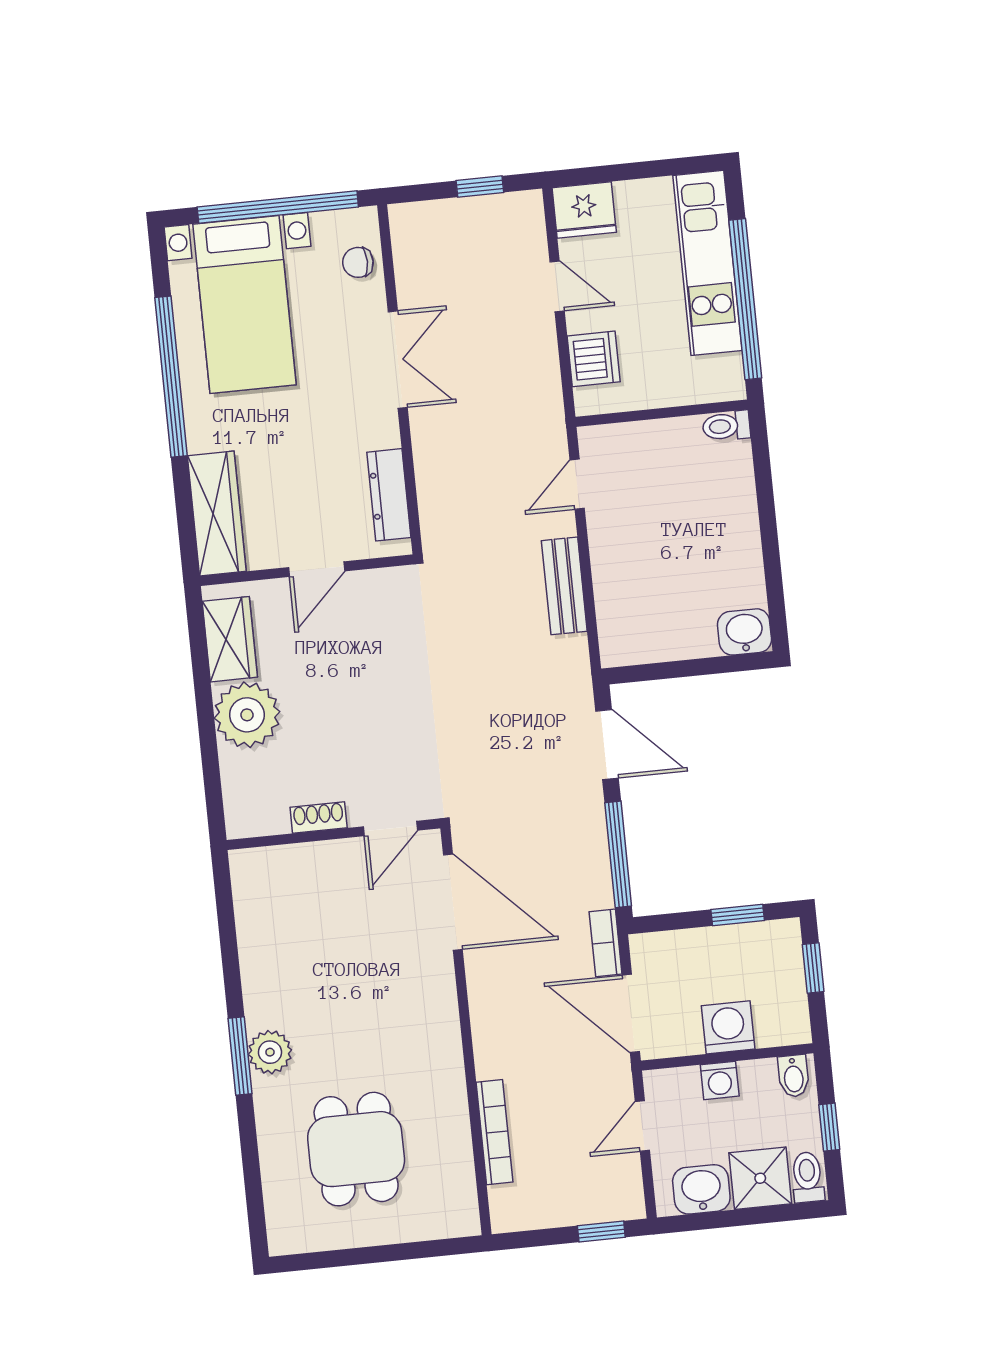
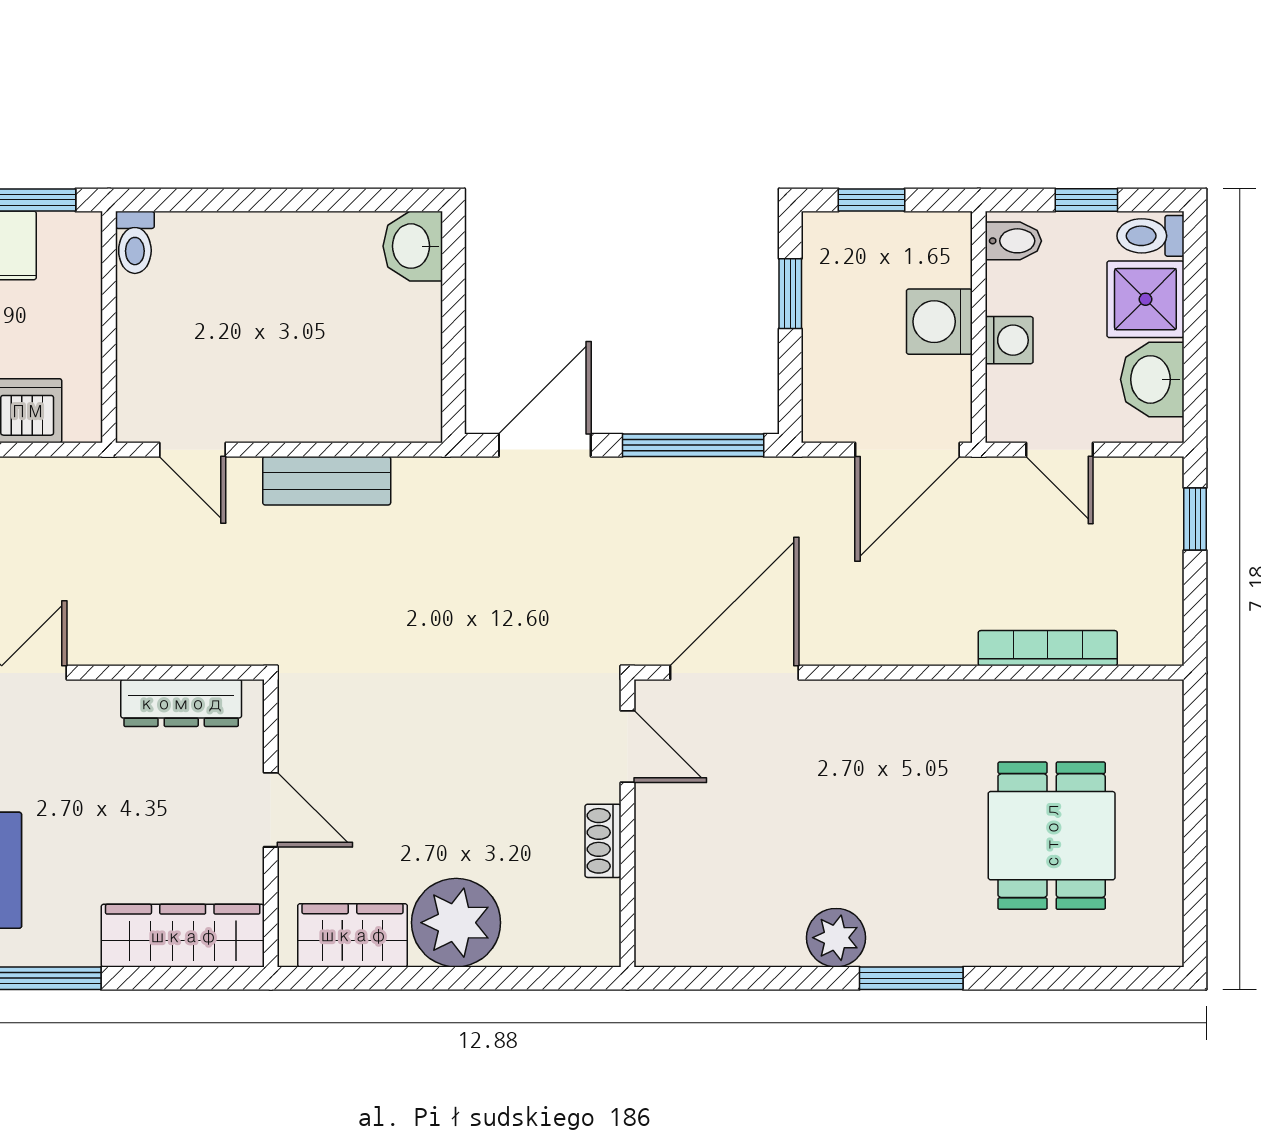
bookcase: (606, 943) -> (810, 474), removed
plant: (270, 1052) -> (836, 938), moved
dining table: (356, 1149) -> (1052, 836), turned 90

